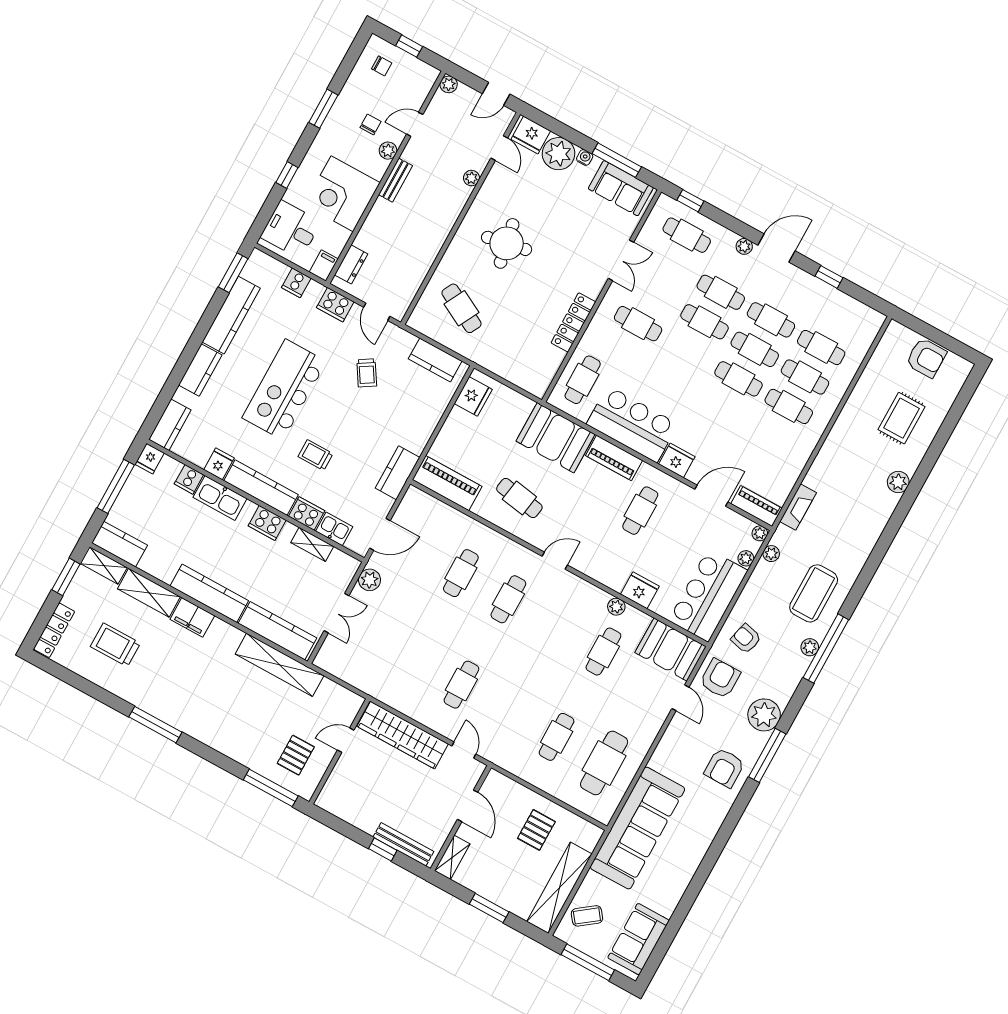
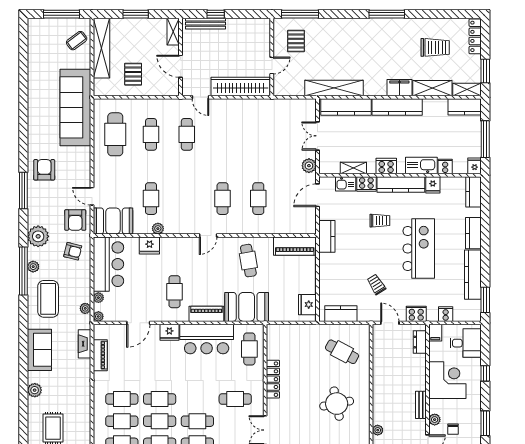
cafe table: (519, 498) -> (248, 261), turned 71
piano: (756, 506) -> (100, 355), moved, turned -90
cafe table: (461, 685) -> (187, 134), moved
plant: (764, 715) -> (38, 236), moved
sofa: (639, 939) -> (39, 350), moved

